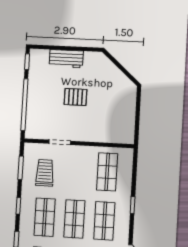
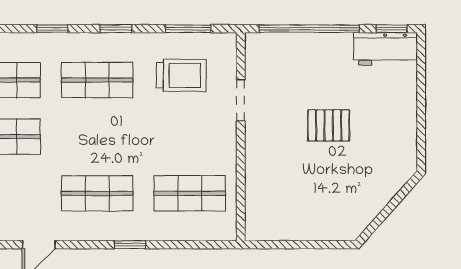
workbench: (66, 59) -> (386, 49), moved, turned -90
pallet: (75, 97) -> (329, 125), turned 90
shop shelf: (74, 219) -> (97, 137), removed

